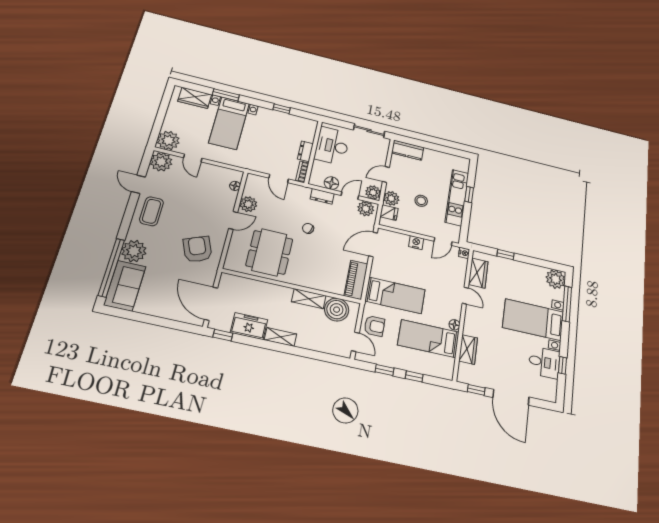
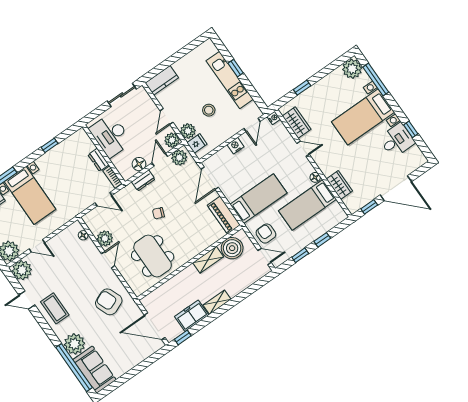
armchair: (374, 326) -> (266, 233), turned -90

